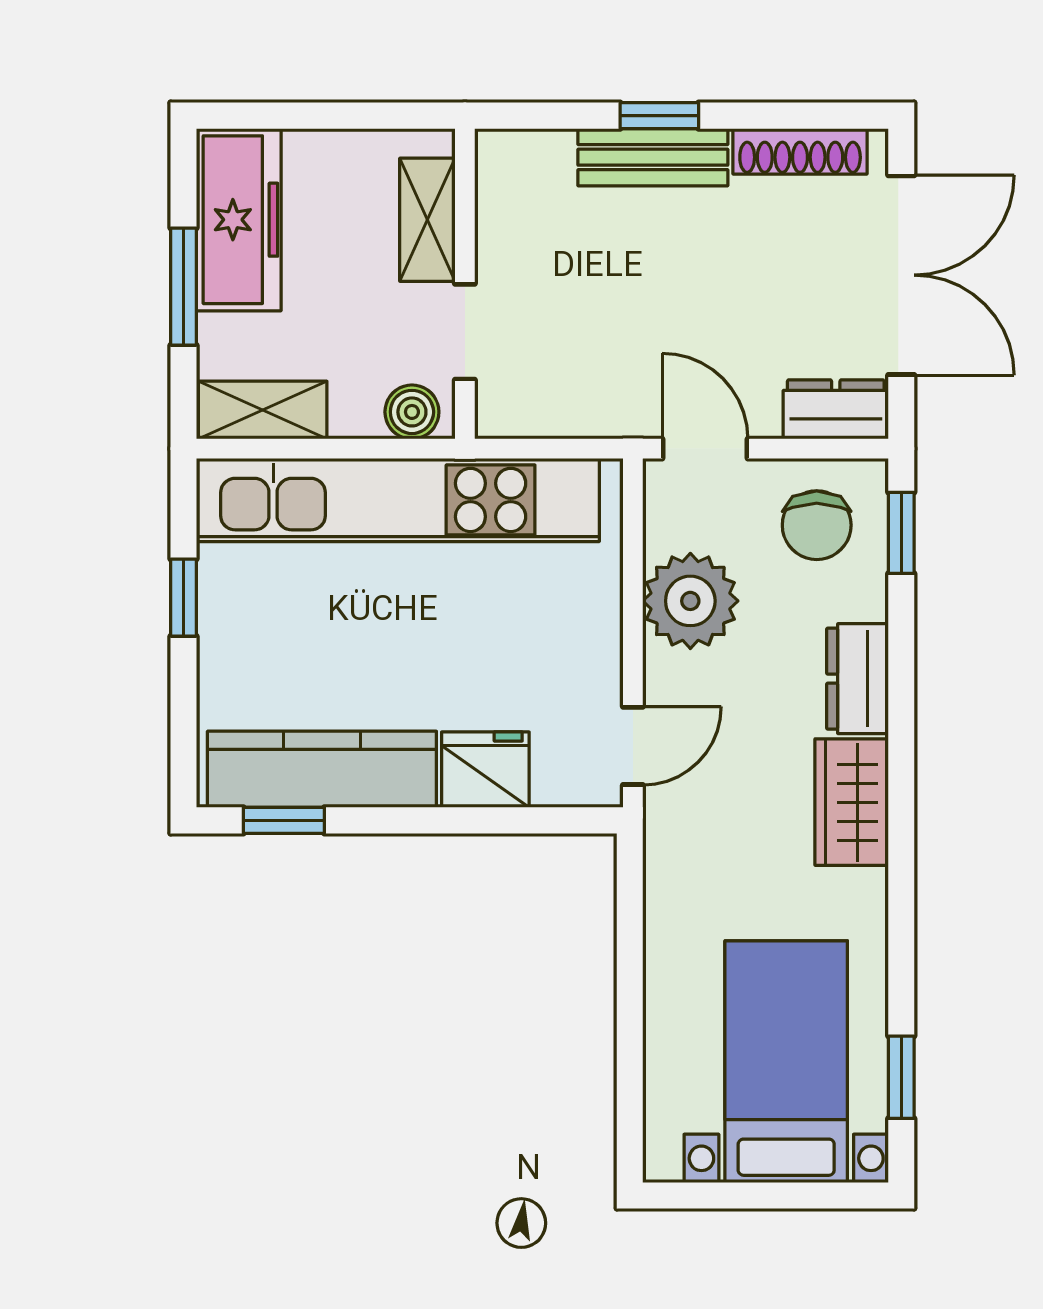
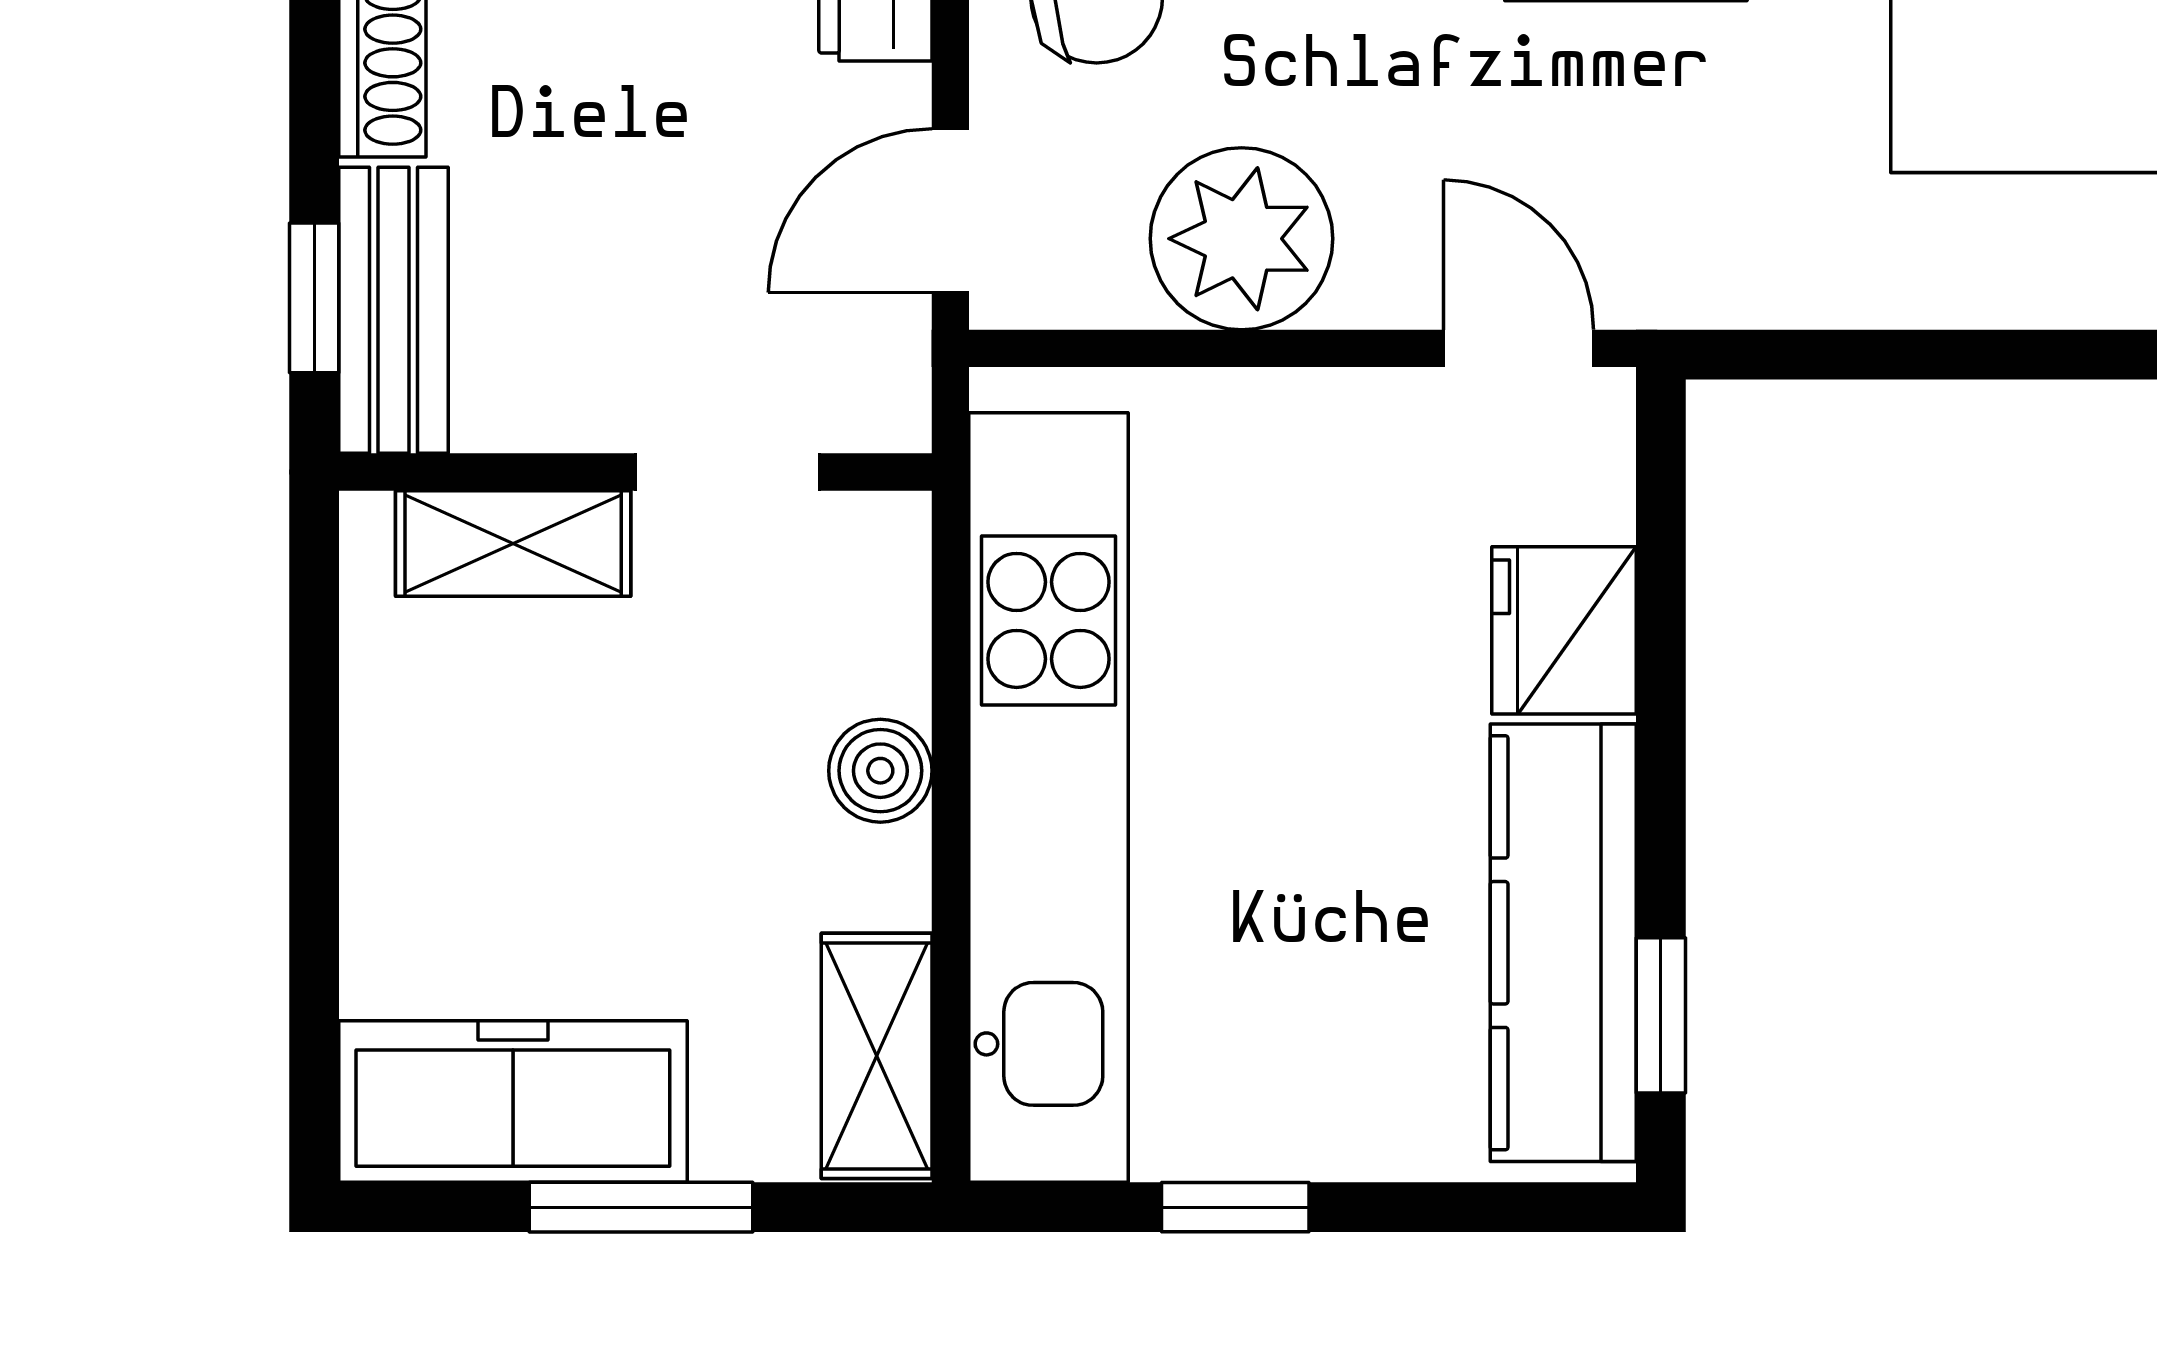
shelving: (427, 220) -> (513, 543), moved
wall: (465, 284) -> (635, 472), moved
doorway: (465, 332) -> (727, 472), moved

